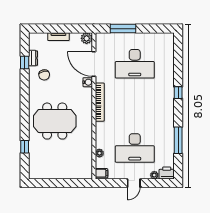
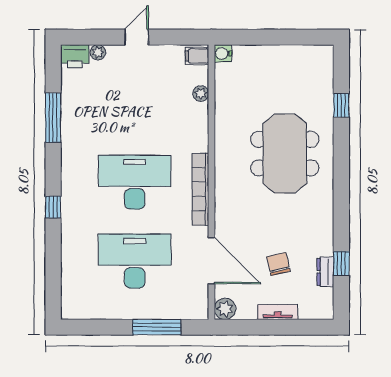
chair: (44, 75) -> (278, 264), moved
water cooler: (88, 82) -> (223, 53), moved
meeting table: (55, 121) -> (285, 154), turned 90
desk: (135, 148) -> (135, 182), moved

